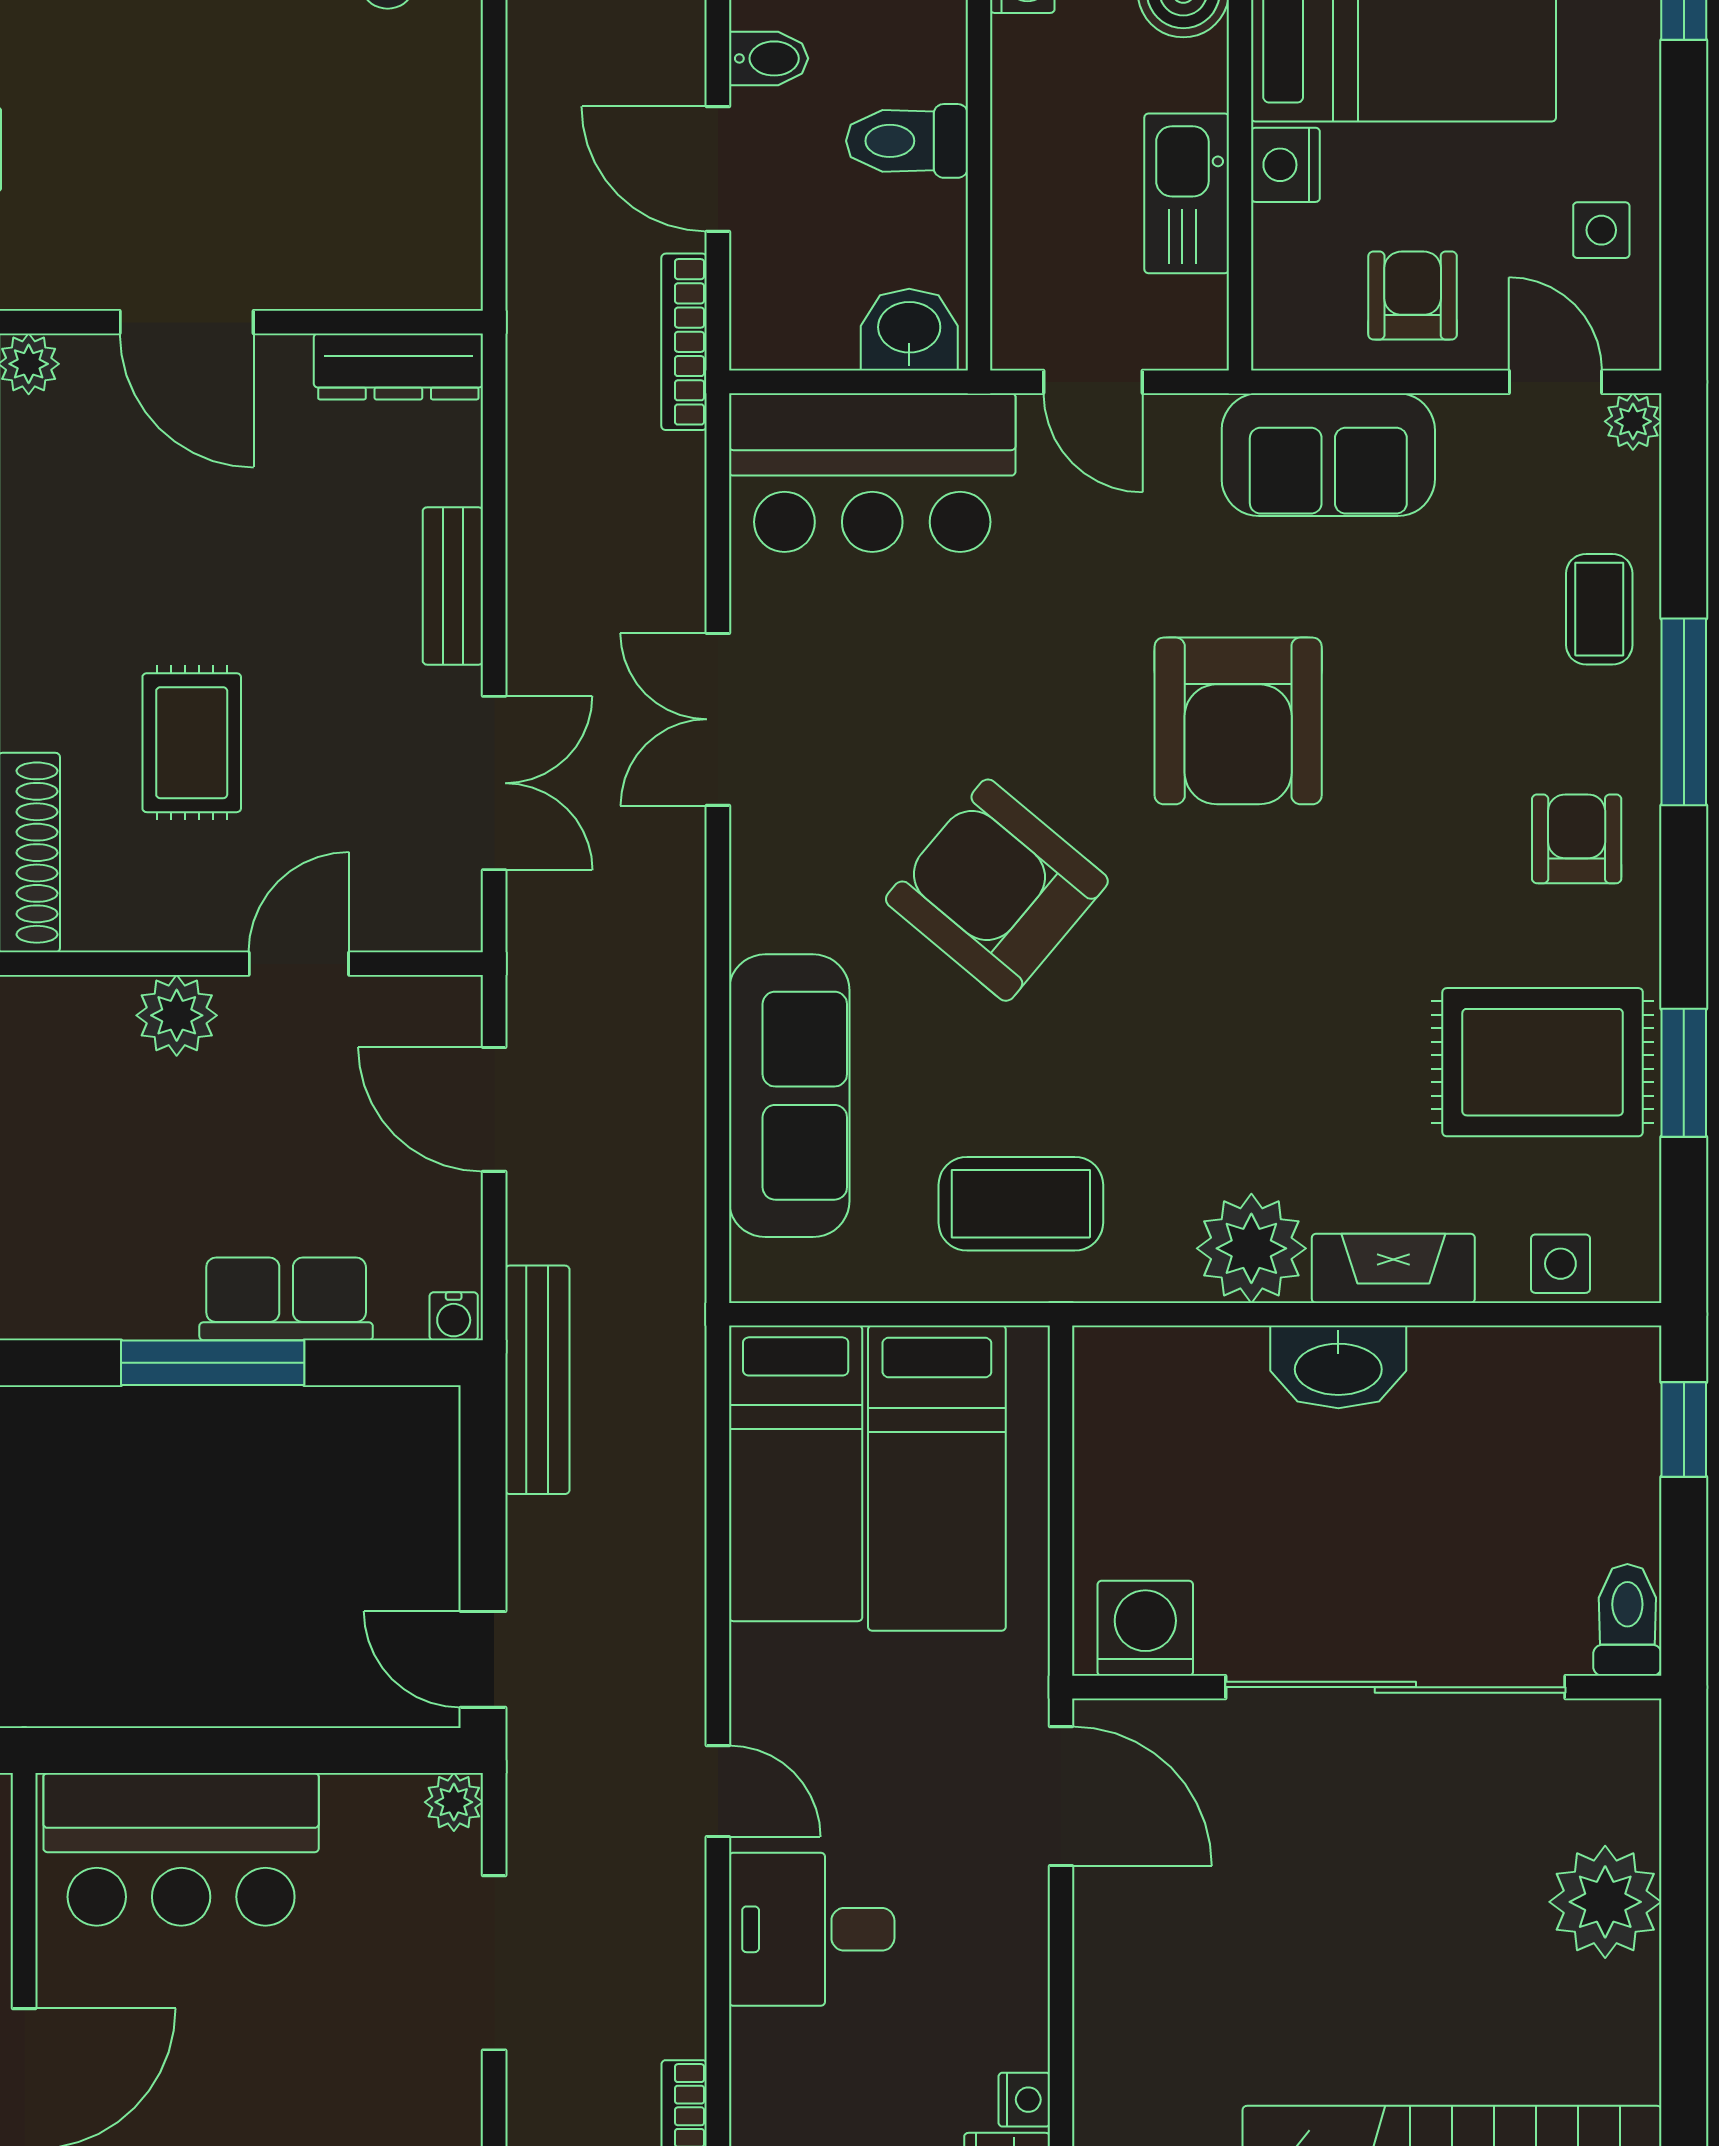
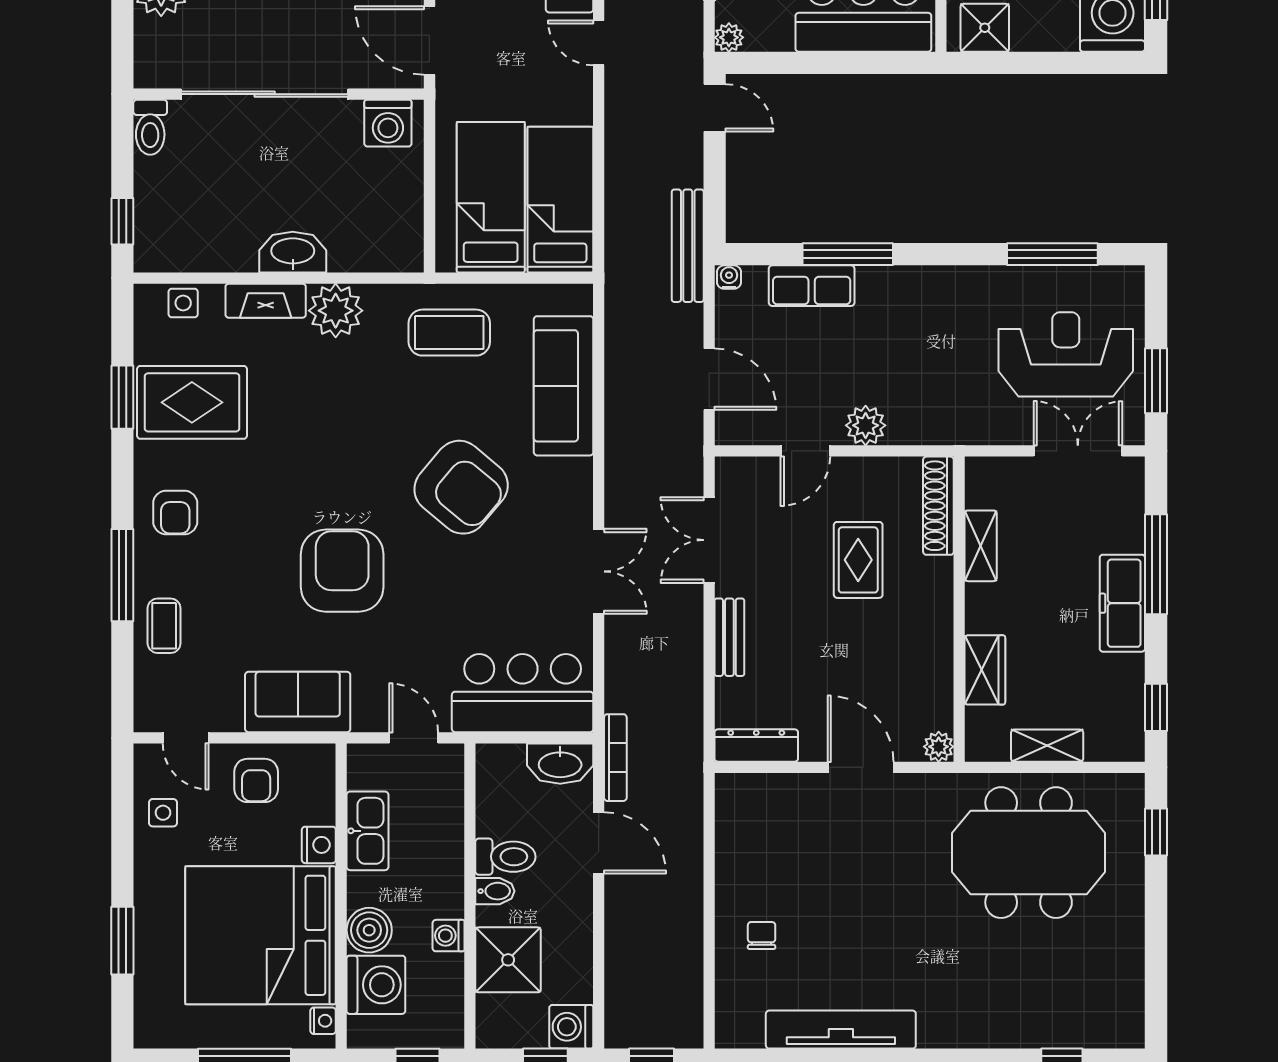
bidet: (769, 58) -> (495, 891), moved, turned 180
washbasin: (909, 330) -> (560, 764), moved, width x1.38
plant: (1633, 421) -> (147, 718), removed

